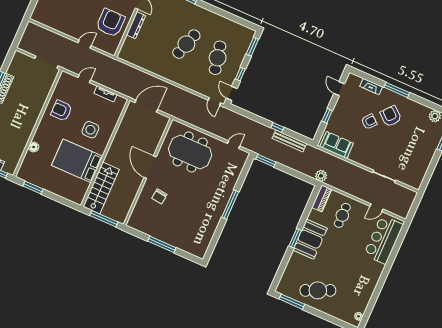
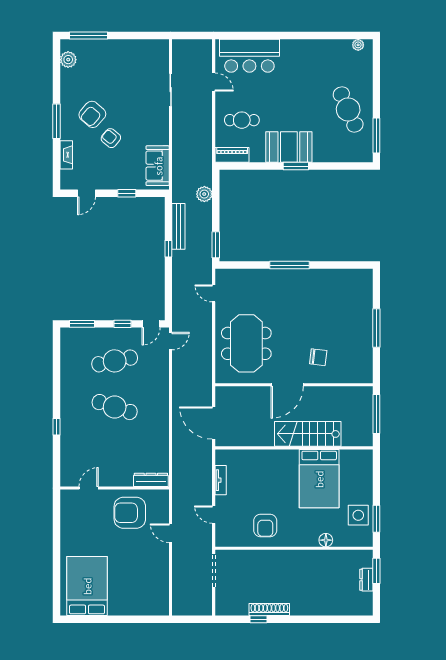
dresser: (136, 25) -> (151, 480), moved
side table: (90, 130) -> (358, 515), moved
plant: (321, 176) -> (204, 194), moved
stairs: (101, 188) -> (308, 434), moved

